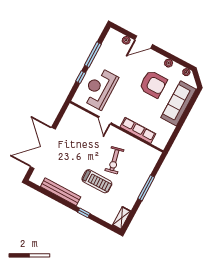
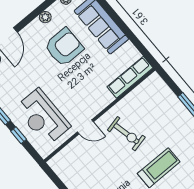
row of seats: (138, 130) -> (130, 77), moved
exercise bike: (114, 160) -> (126, 134), moved

